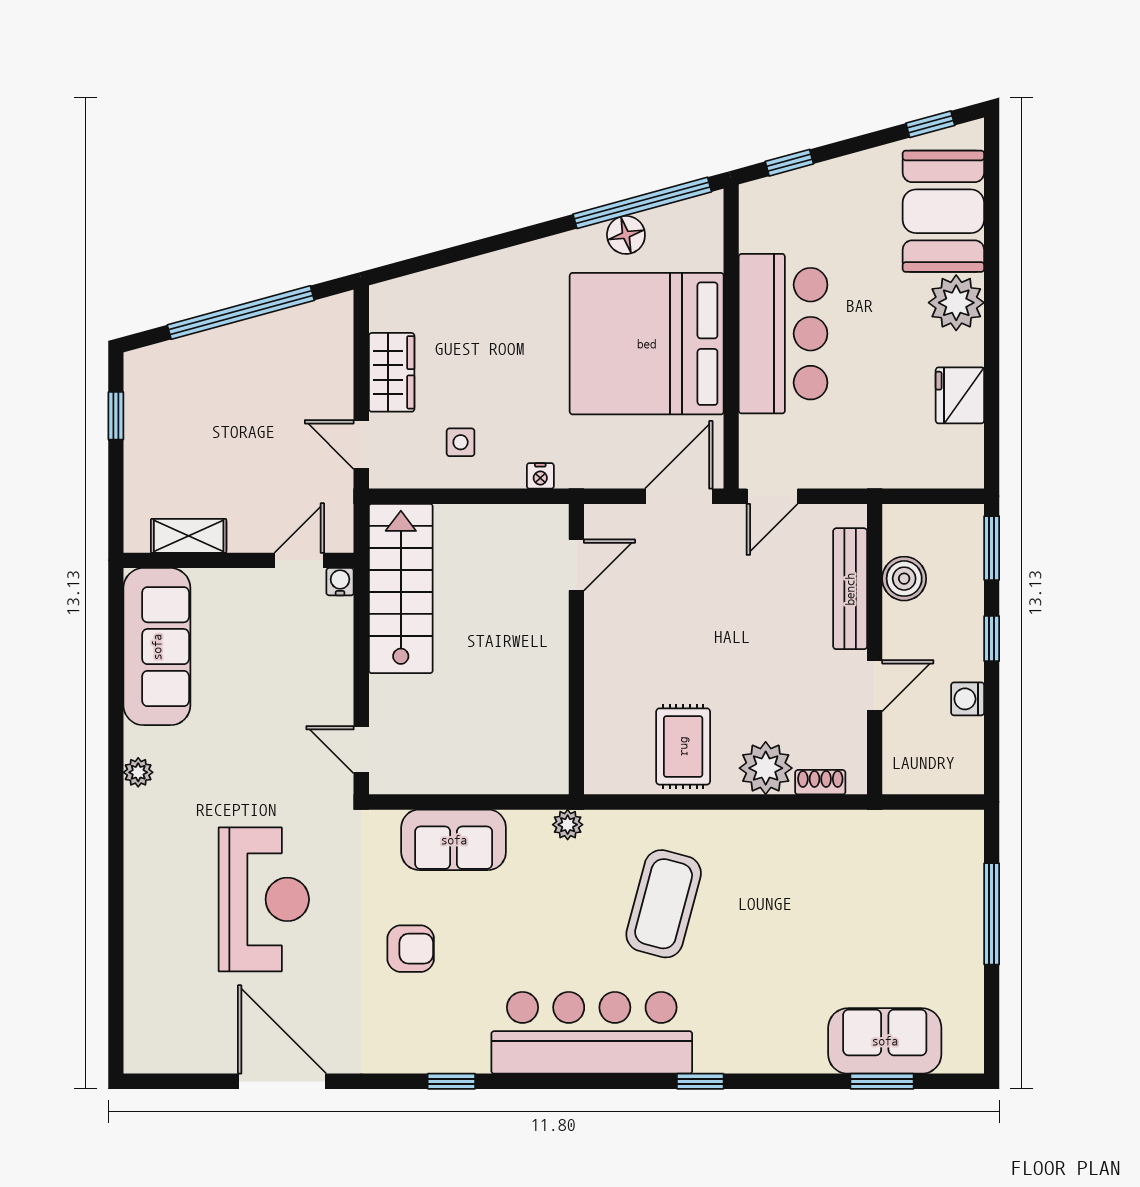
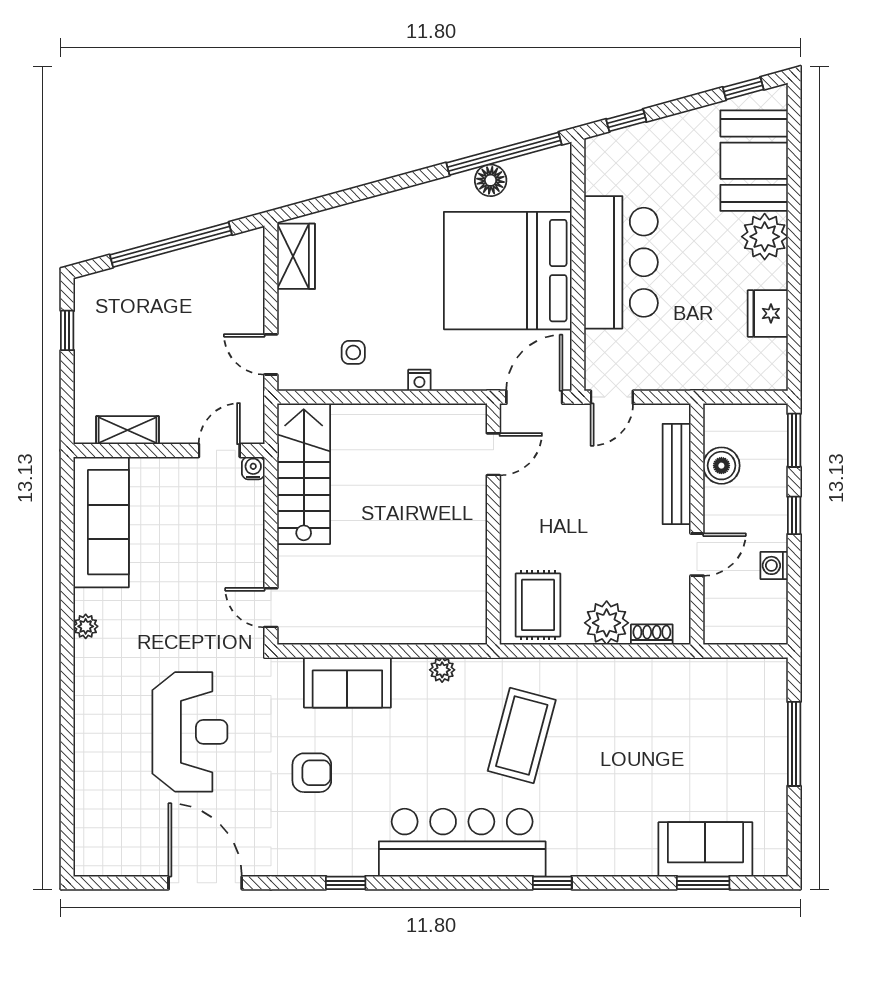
wardrobe: (392, 372) -> (296, 256), moved
door: (576, 565) -> (493, 454), moved
wall: (576, 649) -> (493, 524), moved

